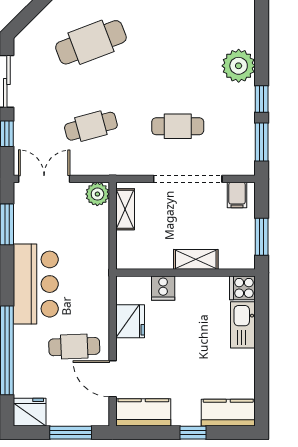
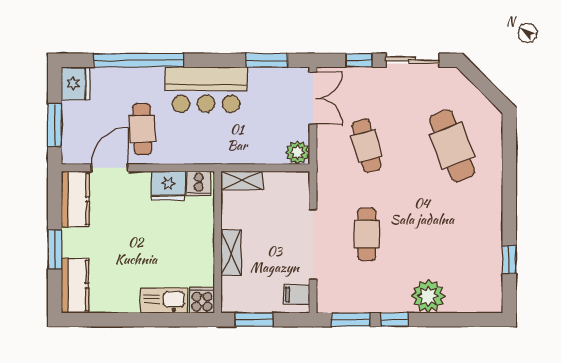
shelving: (125, 209) -> (242, 181), moved
cooker: (163, 288) -> (199, 184), moved, turned -90
window: (193, 433) -> (55, 250), width x1.50

